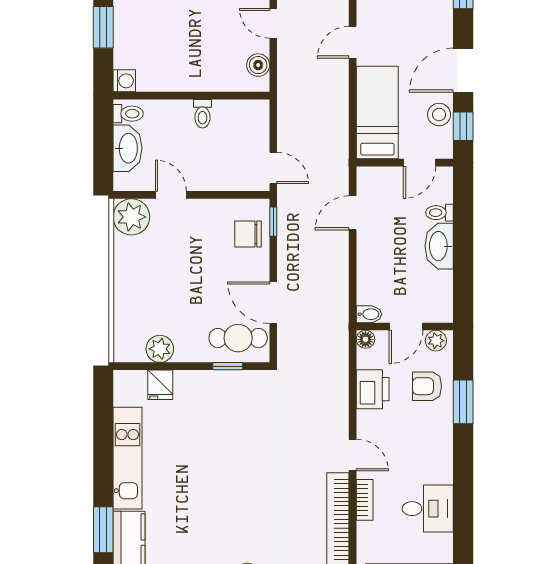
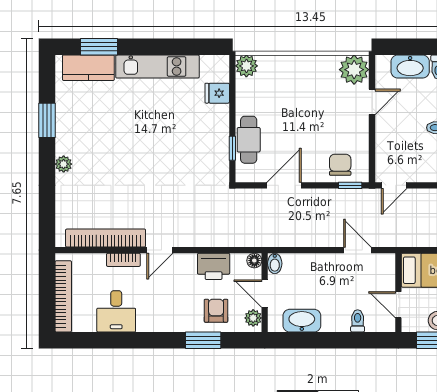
washbasin: (439, 246) -> (302, 321), moved
cafe table: (238, 338) -> (249, 140), moved
plant: (160, 349) -> (246, 66), moved

